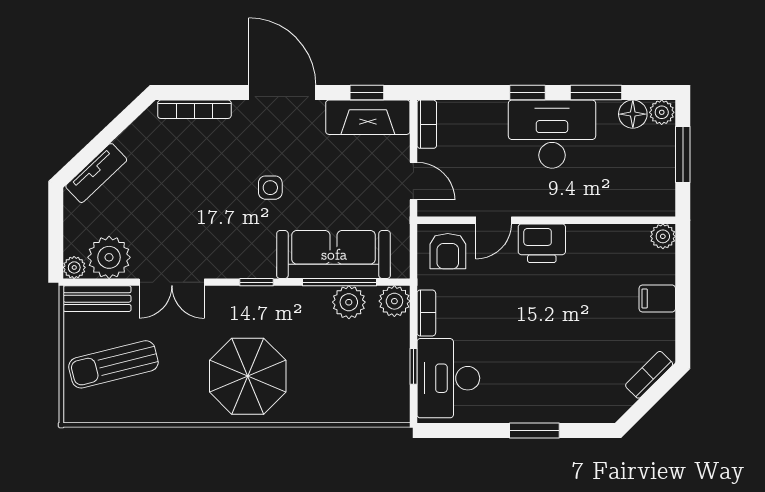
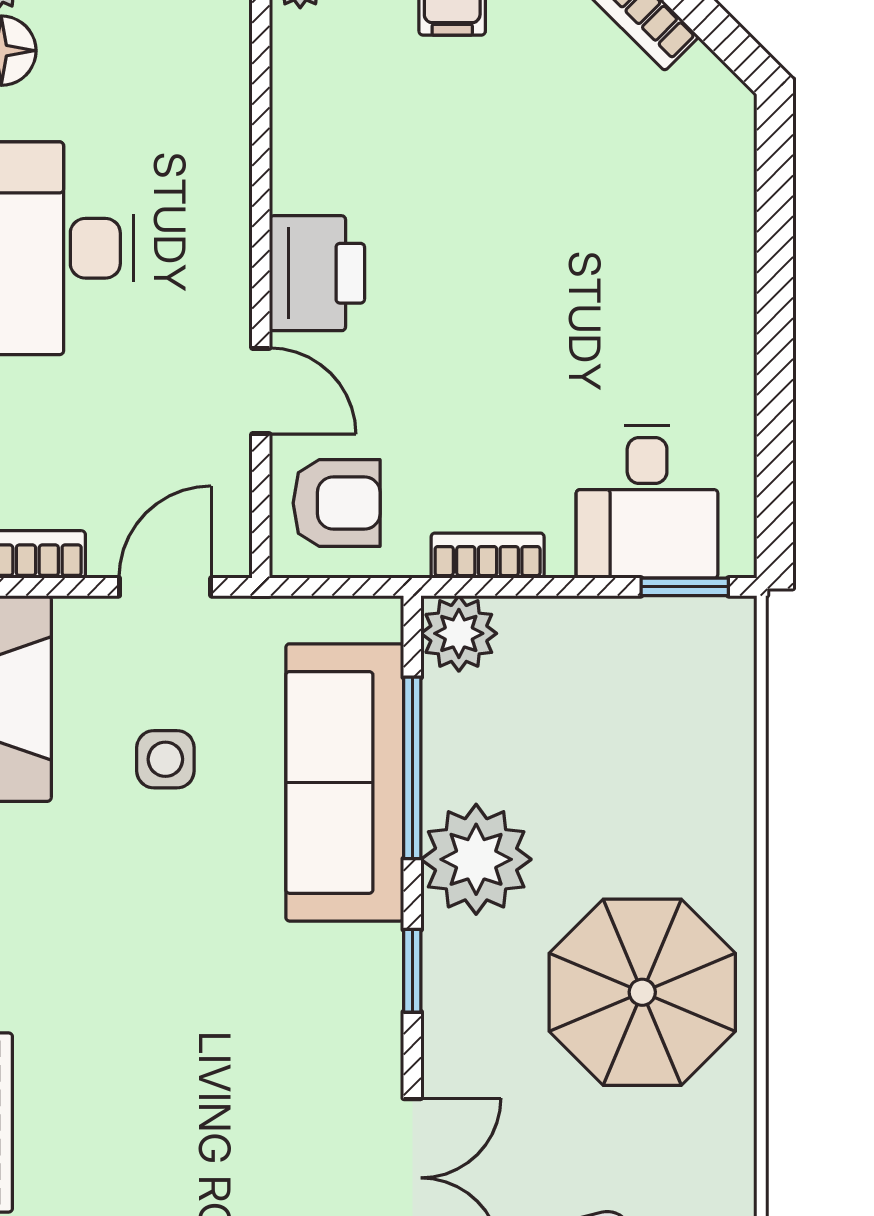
side table: (270, 188) -> (165, 759), moved
plant: (349, 302) -> (476, 859), moved, width x1.36, depth x1.36
window: (413, 366) -> (685, 587), moved
desk: (448, 378) -> (647, 502), width x0.73
window: (534, 431) -> (775, 291), removed

